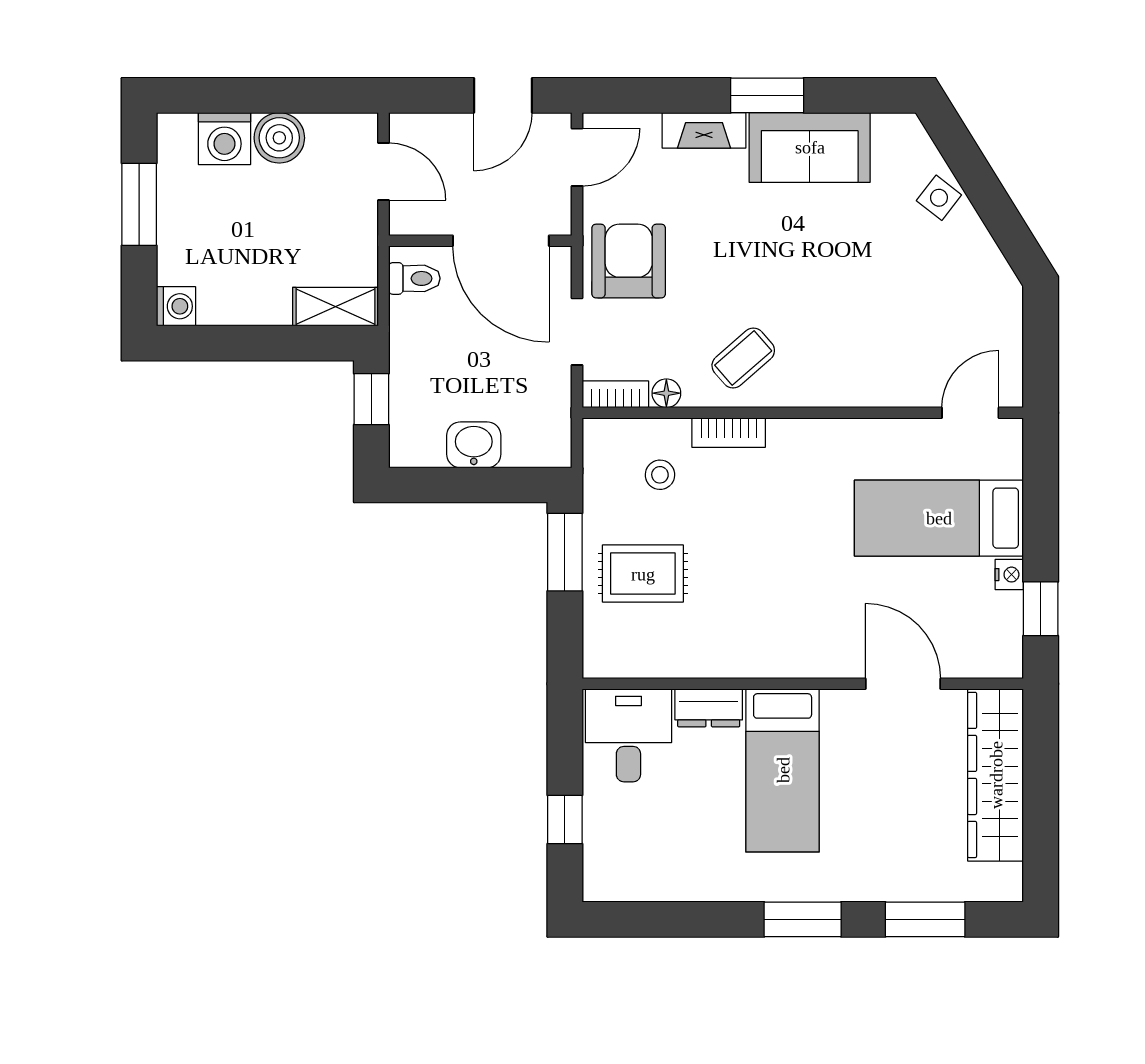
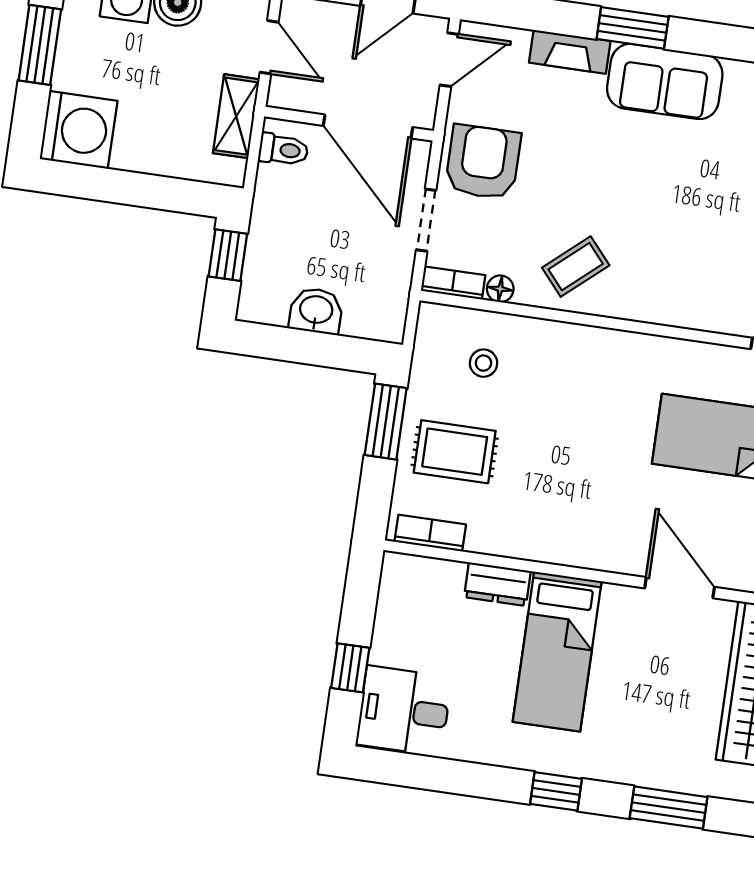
washing machine: (176, 306) -> (79, 130), width x1.89, depth x1.89
shelving: (335, 307) -> (236, 116), moved, turned 90
bookcase: (729, 433) -> (430, 533), moved, turned 180
desk: (628, 735) -> (404, 711), moved, turned -90
window: (803, 919) -> (556, 791), width x0.67

